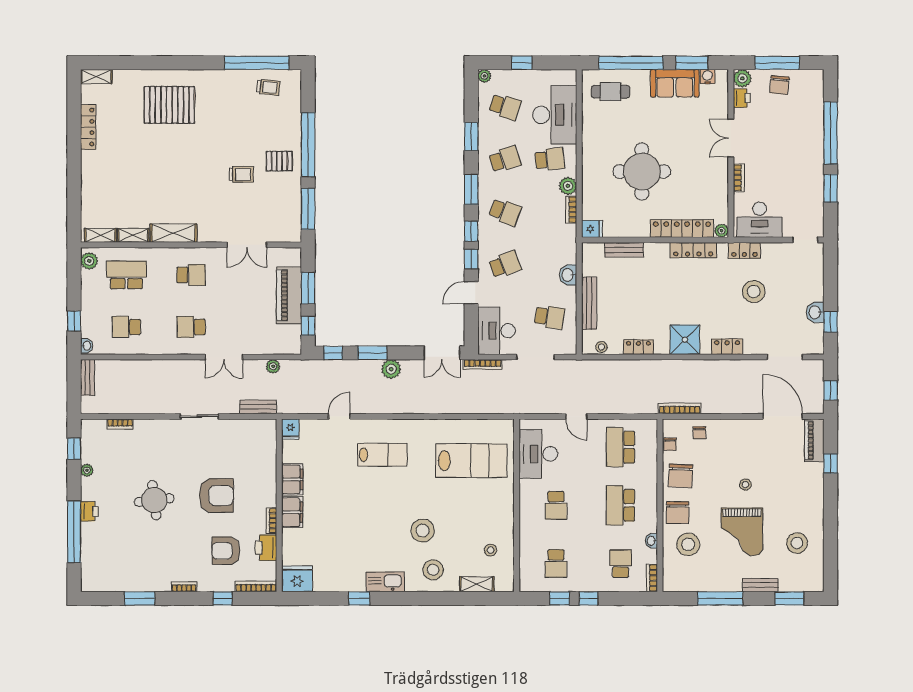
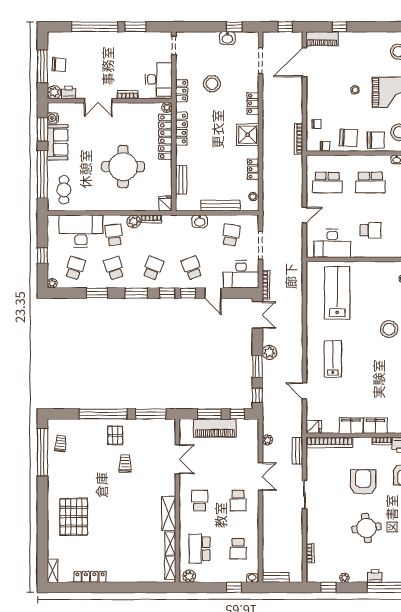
bookcase: (270, 450) -> (330, 442), added

